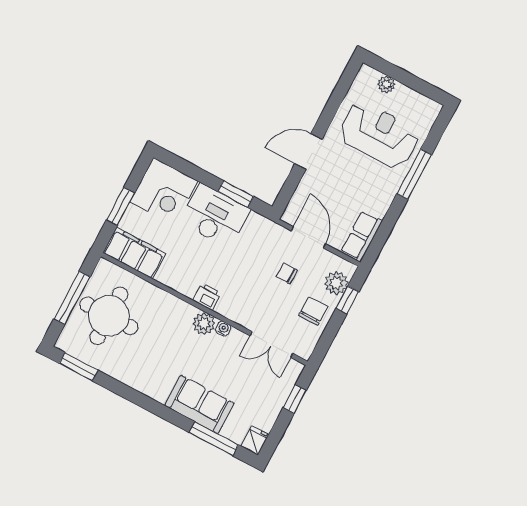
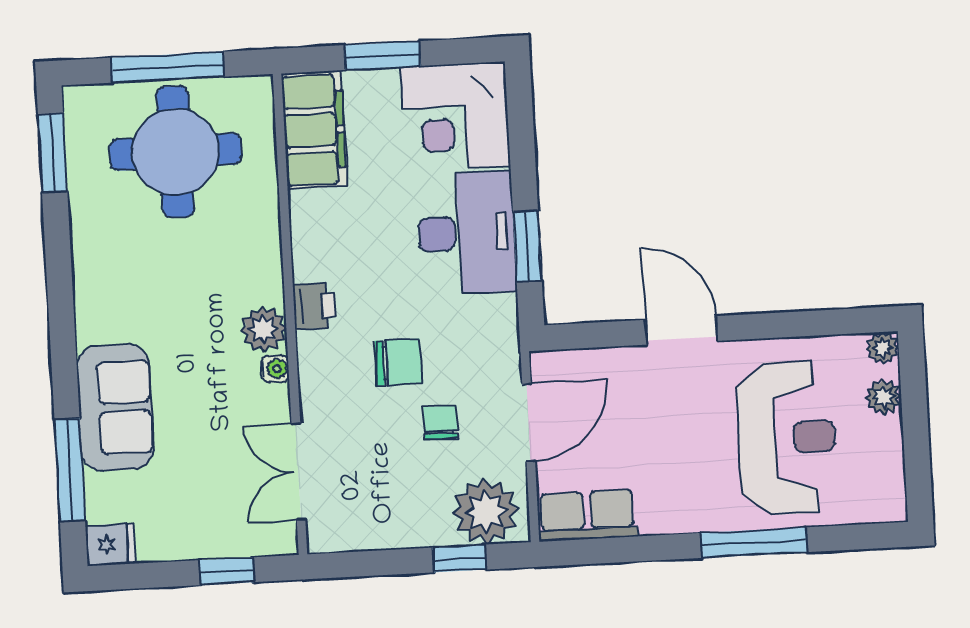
plant: (366, 73) -> (883, 348), added
plant: (336, 283) -> (486, 512), width x1.36, depth x1.36
chair: (313, 311) -> (398, 362), moved

